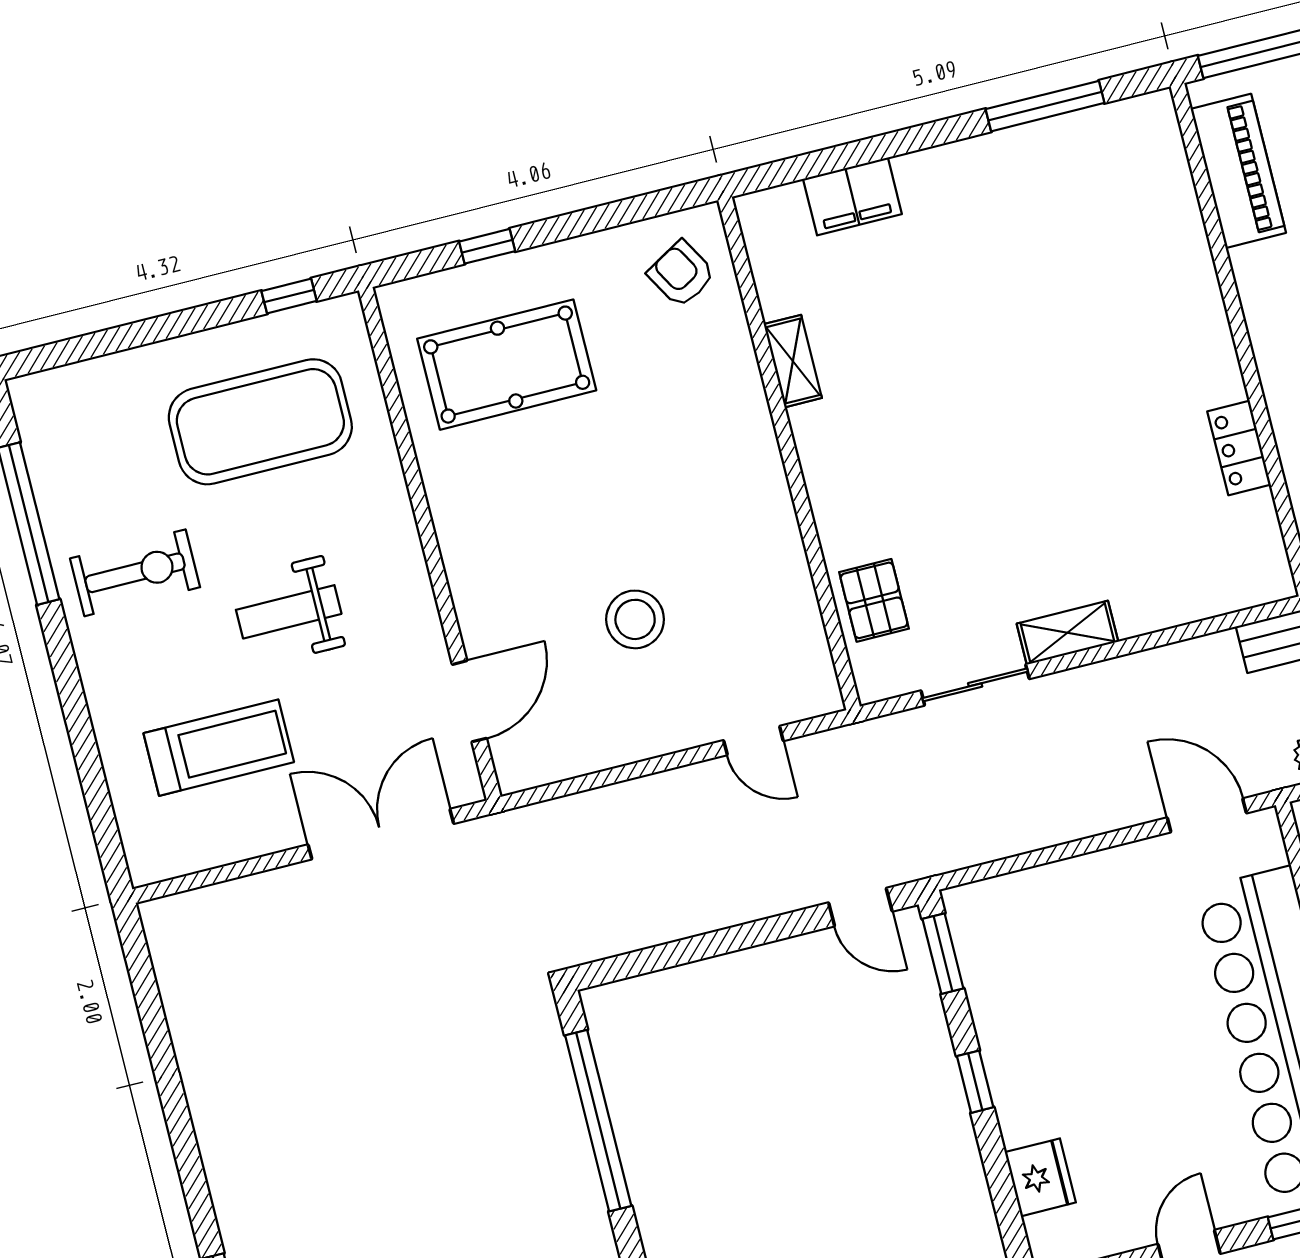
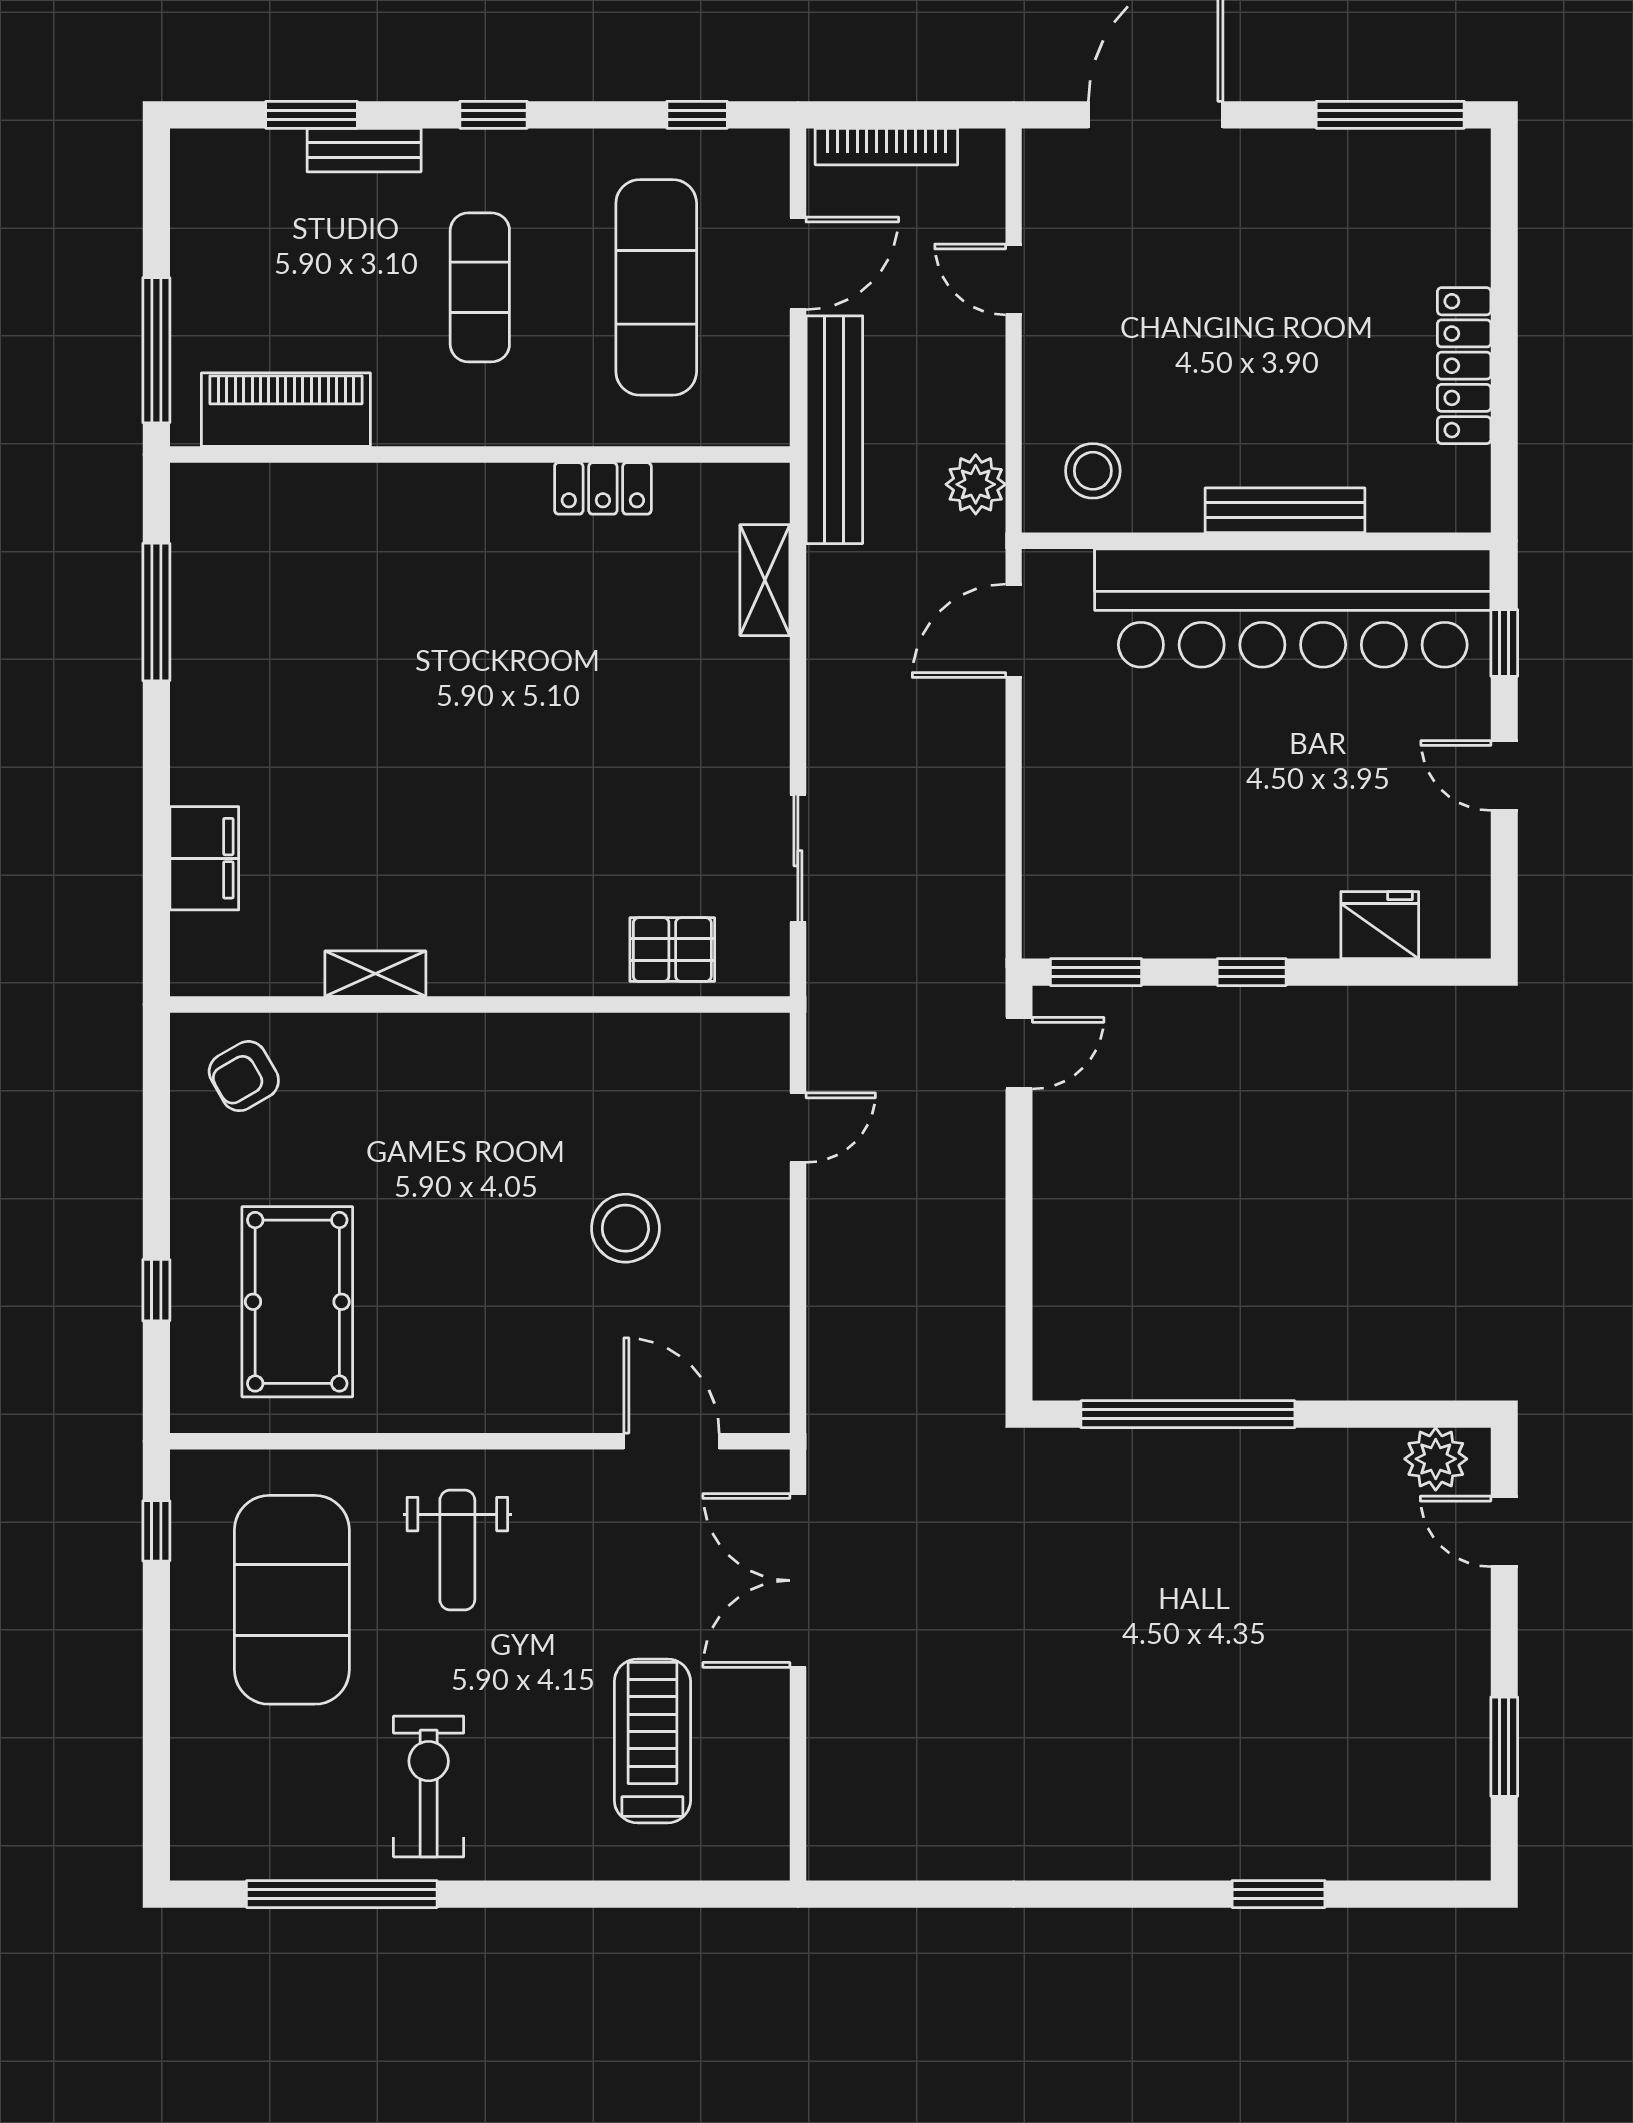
weight bench: (289, 612) -> (457, 1550), moved
shelving: (1067, 633) -> (765, 580), moved

